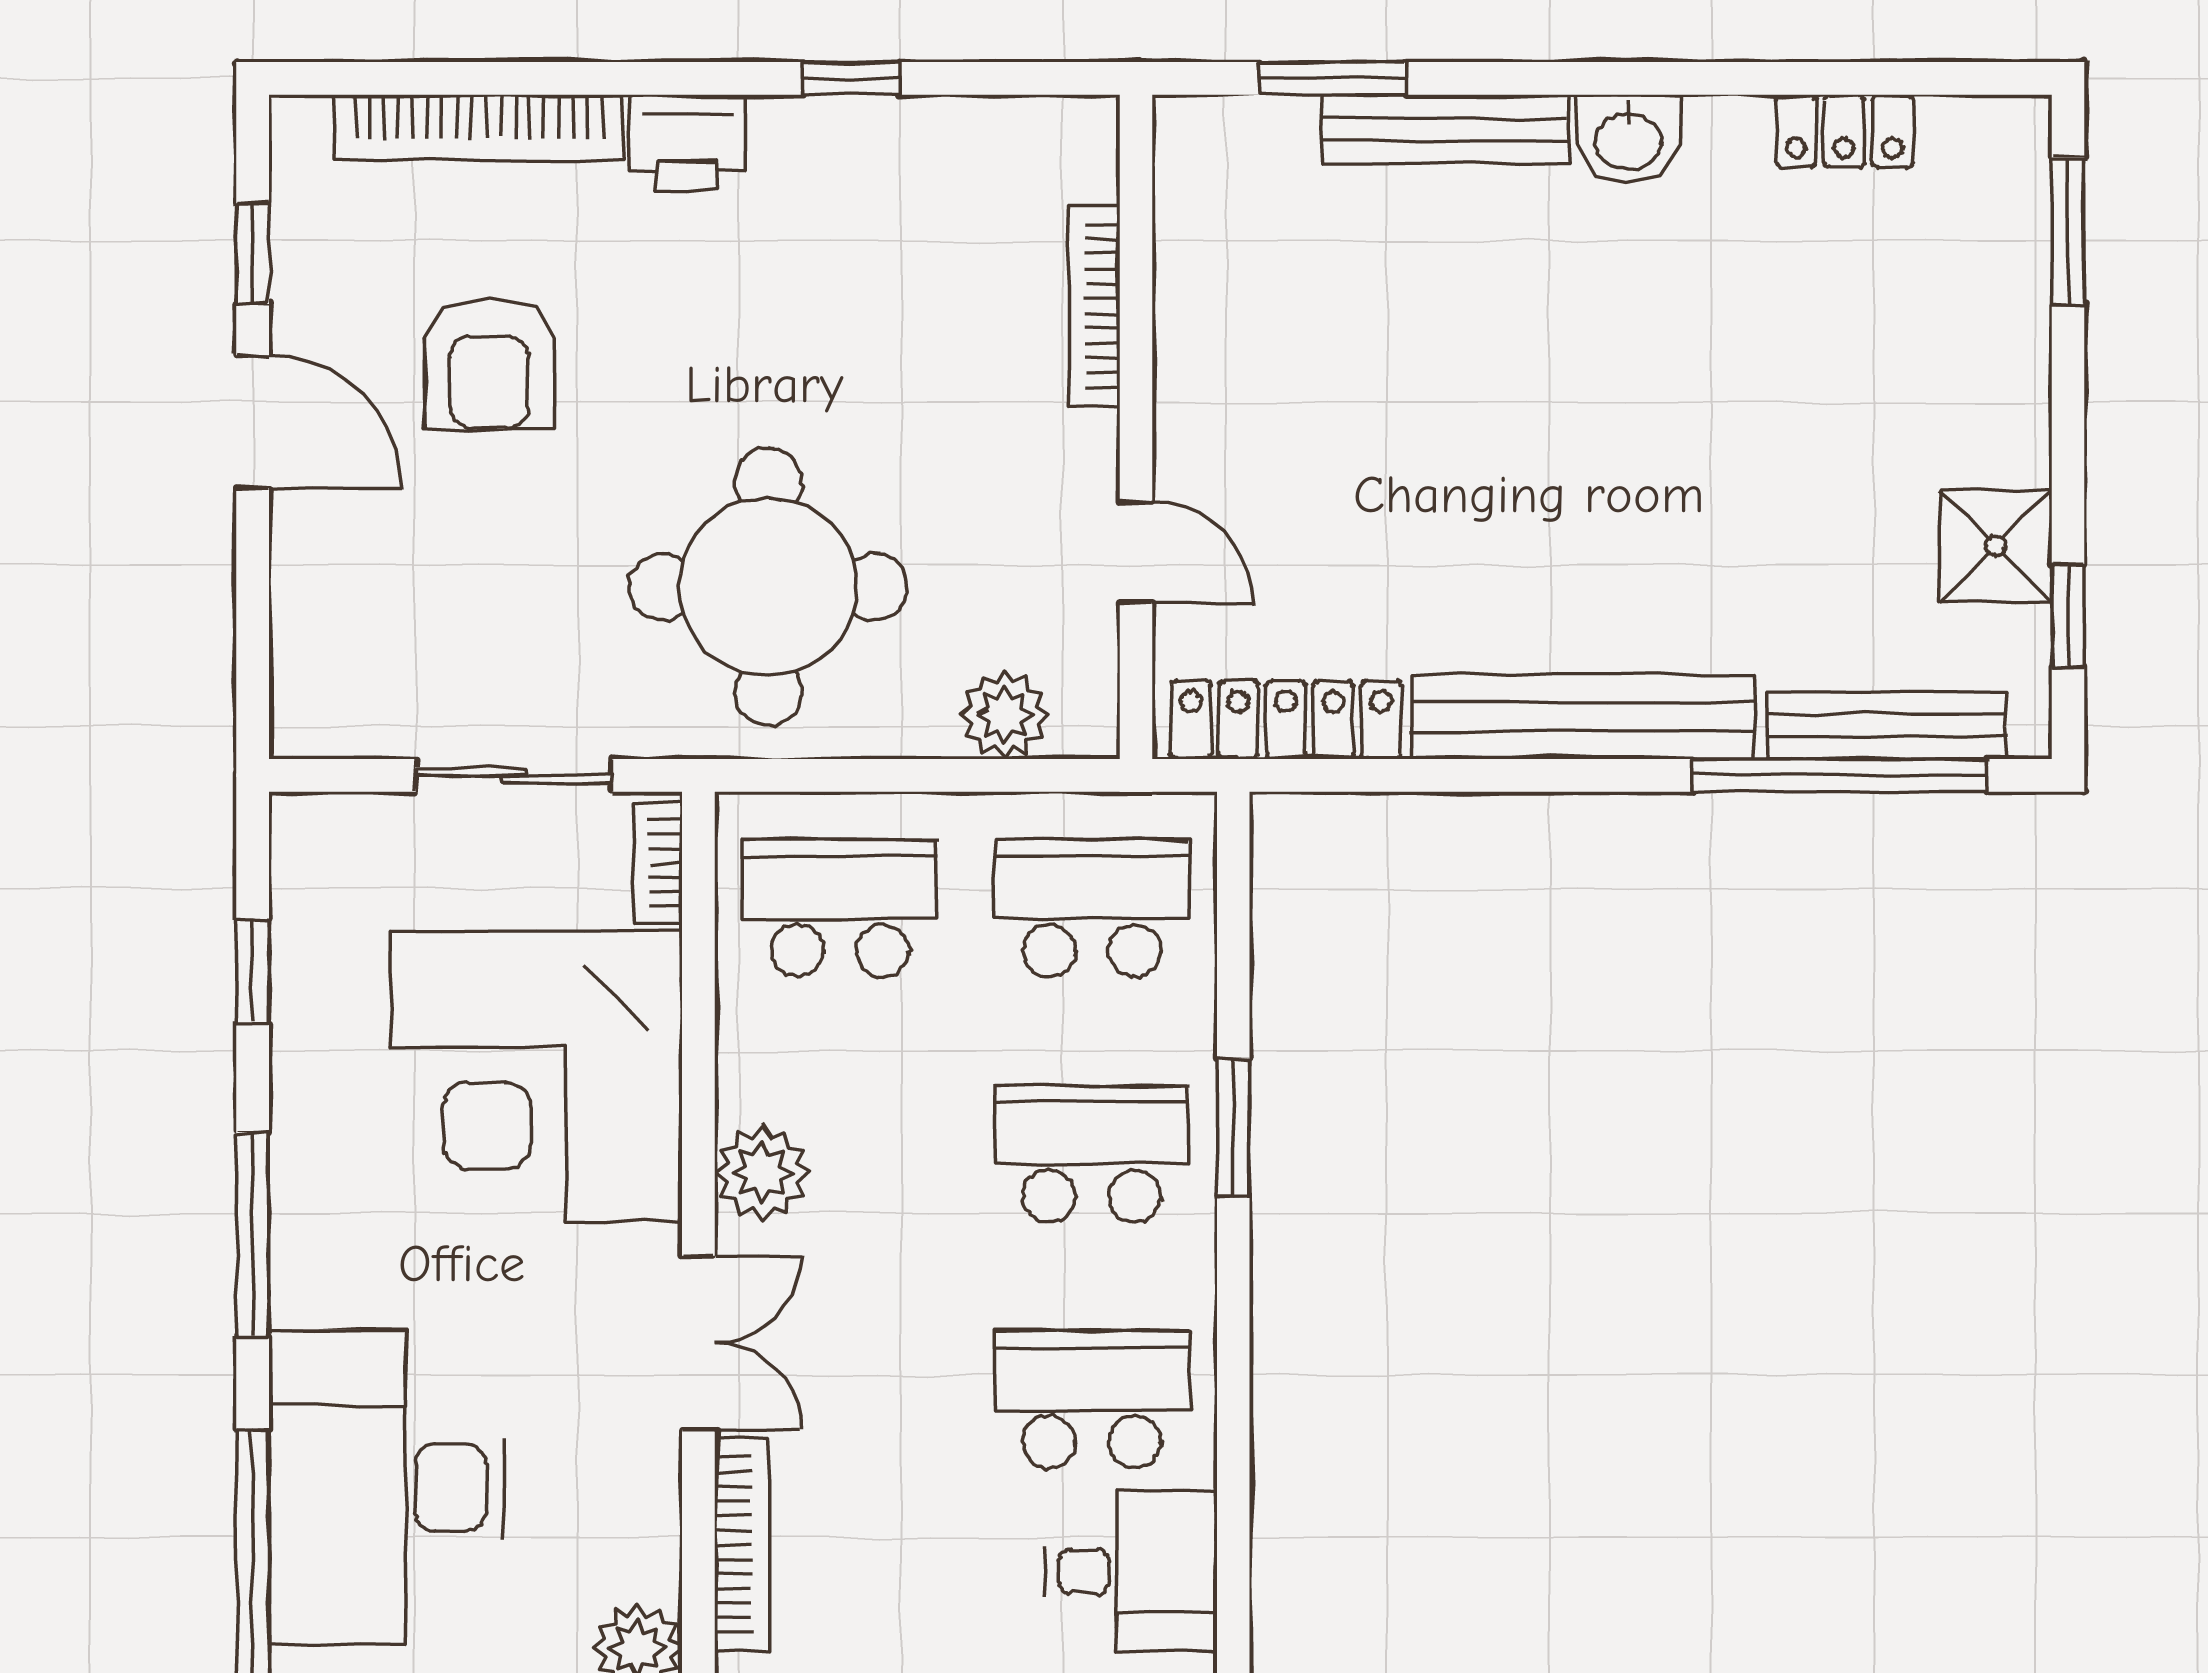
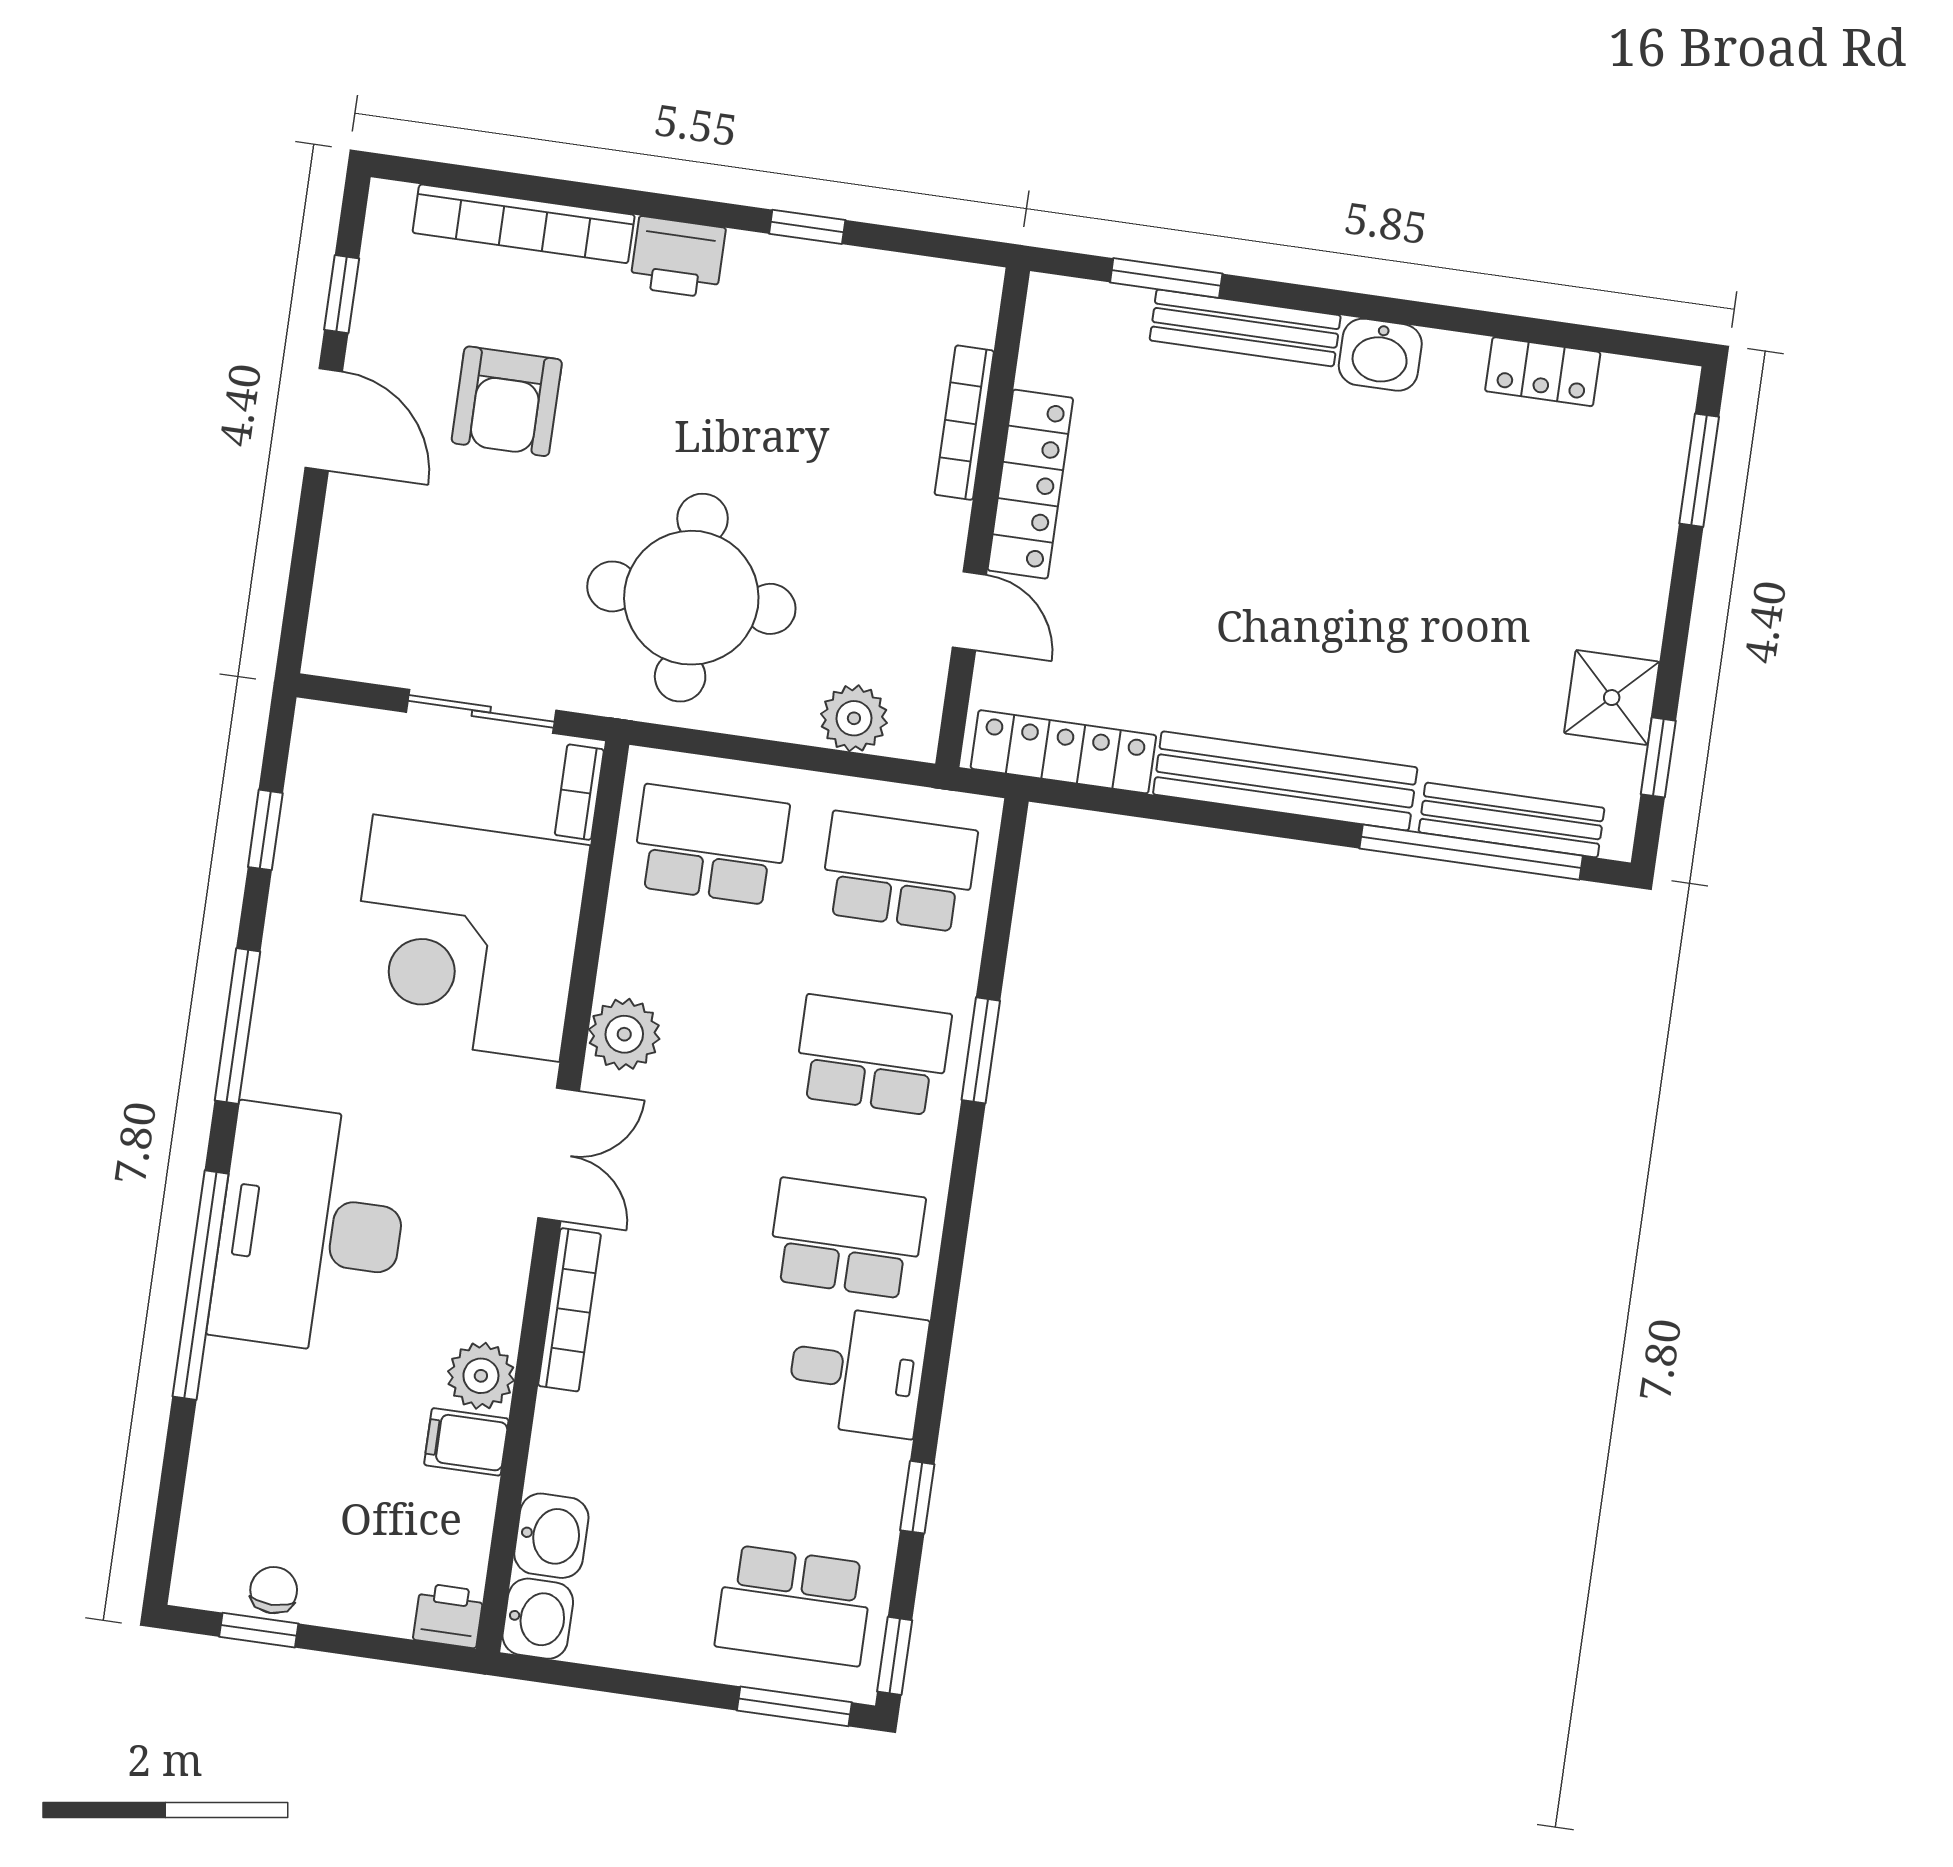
locker: (1192, 374) -> (1030, 484), added

